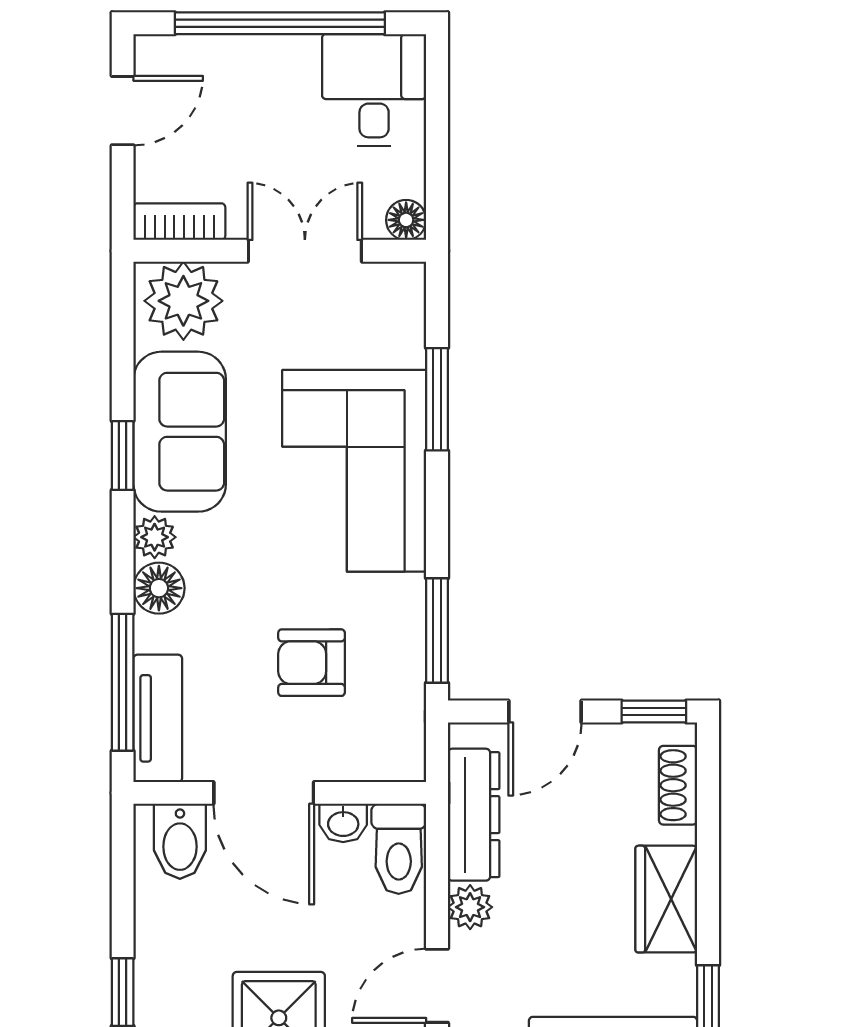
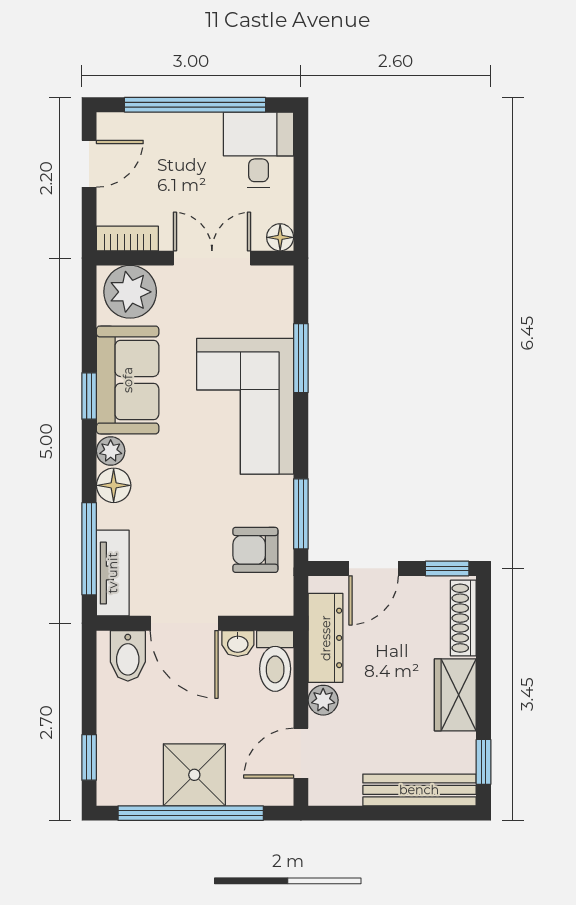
armchair: (312, 663) -> (255, 550), moved
shoe rack: (678, 785) -> (463, 618), width x1.43

